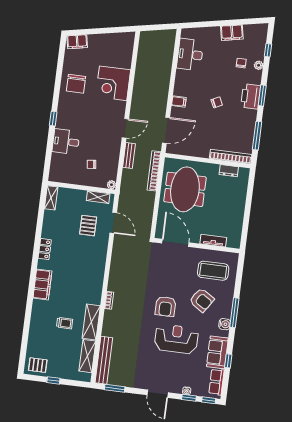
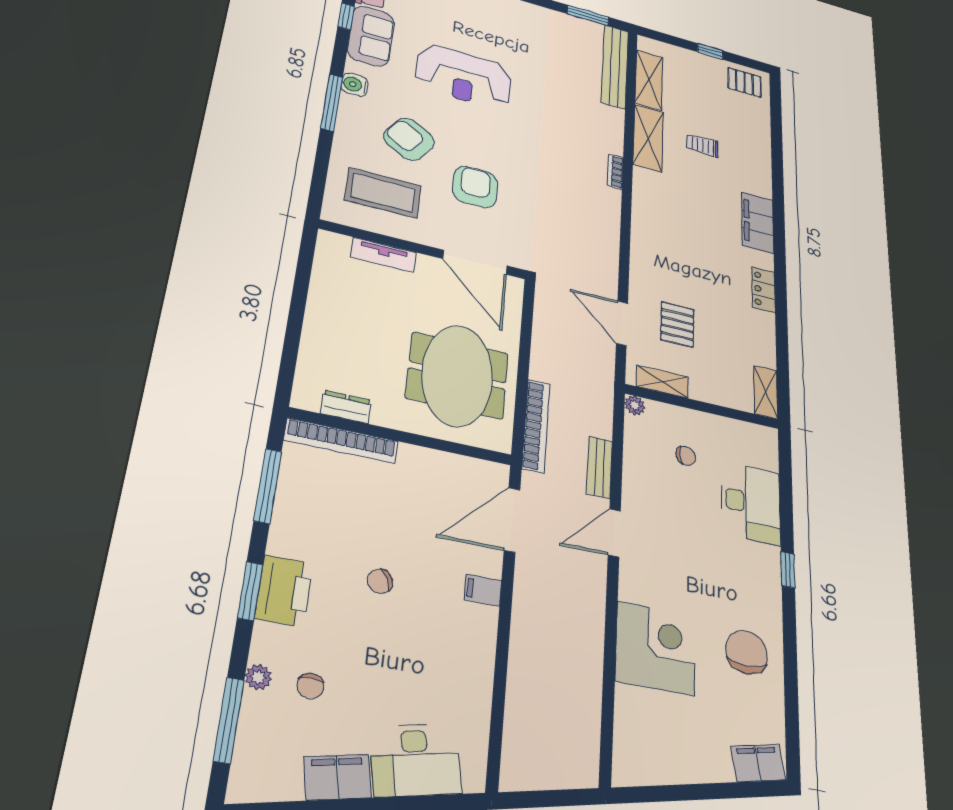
window: (268, 50) -> (229, 720), width x2.17
desk: (190, 54) -> (416, 760), moved, turned 79
desk: (66, 142) -> (751, 503), width x1.37
armchair: (166, 306) -> (475, 187), moved

